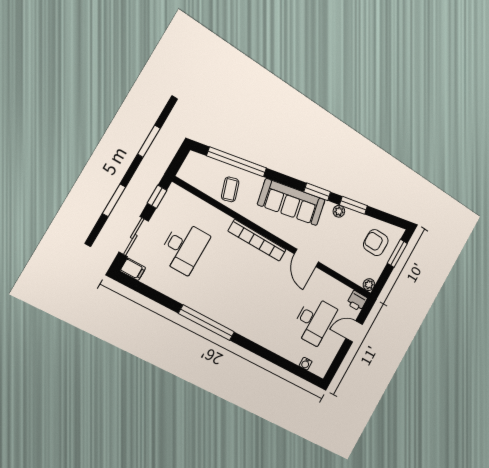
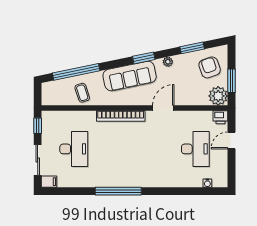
window: (354, 205) -> (192, 48), moved
armchair: (376, 243) -> (210, 67), turned 71
window: (397, 253) -> (232, 81), moved
door: (306, 258) -> (163, 108), swing flipped
plant: (369, 285) -> (218, 96), width x1.87, depth x1.87

